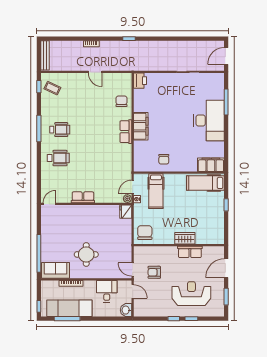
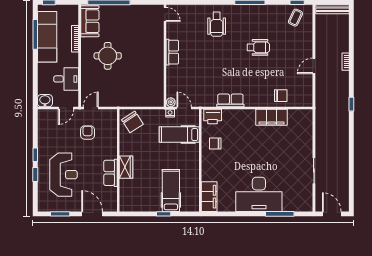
printer: (140, 81) -> (213, 116), moved
filing cabinet: (141, 126) -> (272, 117), moved
wheelchair: (60, 130) -> (258, 47), moved, turned -90
row of seats: (126, 132) -> (230, 100), moved
hospital bed: (205, 183) -> (171, 190), moved
fridge: (126, 212) -> (156, 100), removed
chair: (145, 233) -> (132, 122), turned 57

